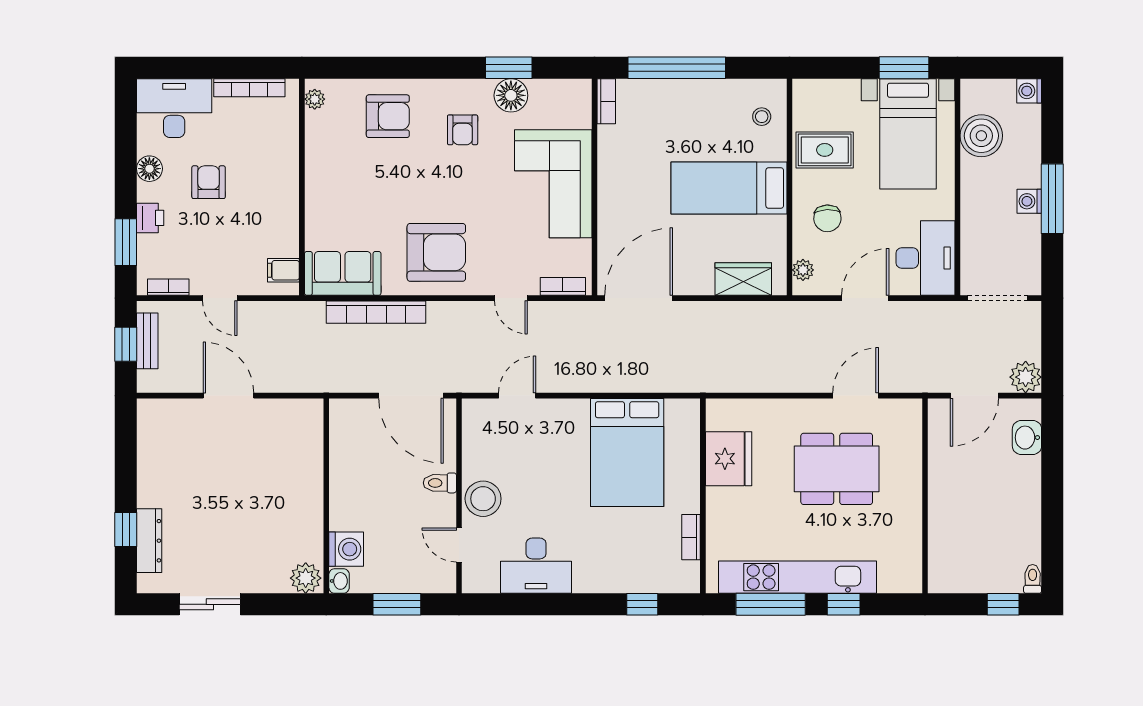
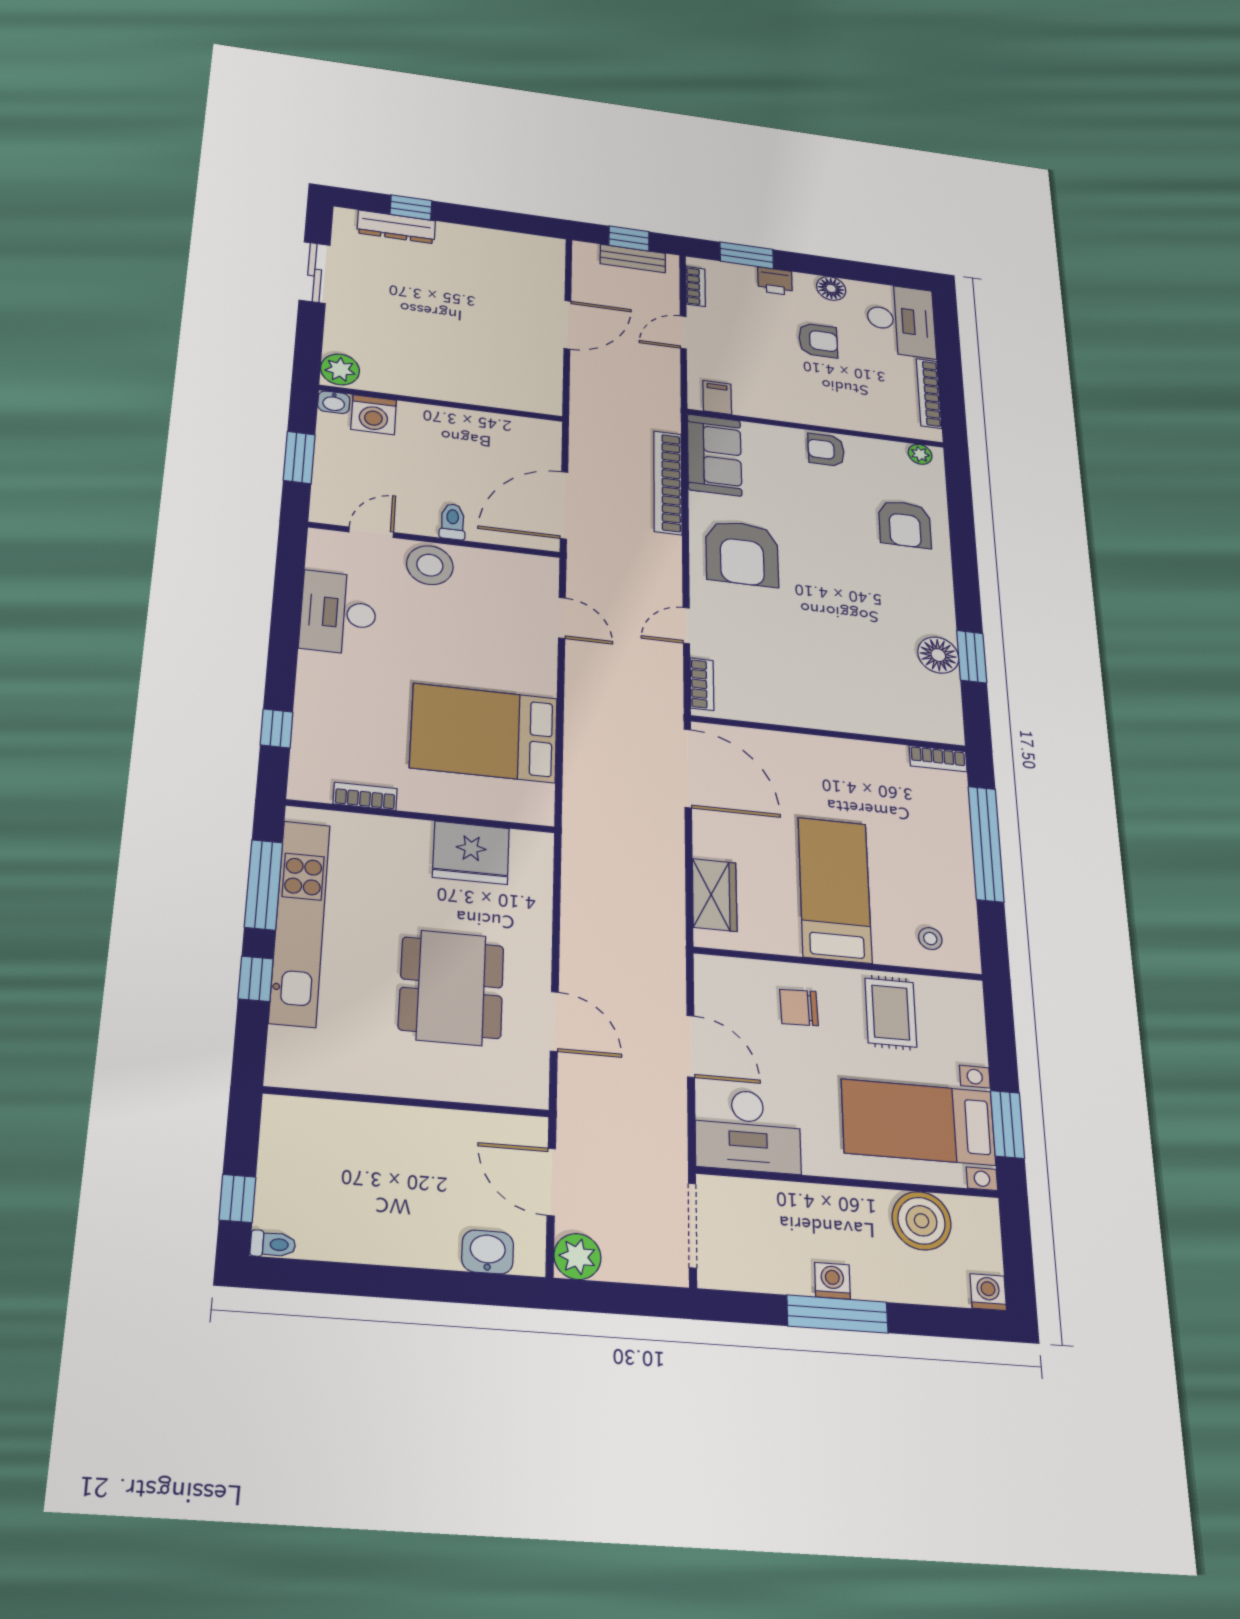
armchair: (463, 130) -> (826, 450), moved
corner sofa: (553, 184) -> (831, 688), removed
plant: (803, 270) -> (728, 970), removed

